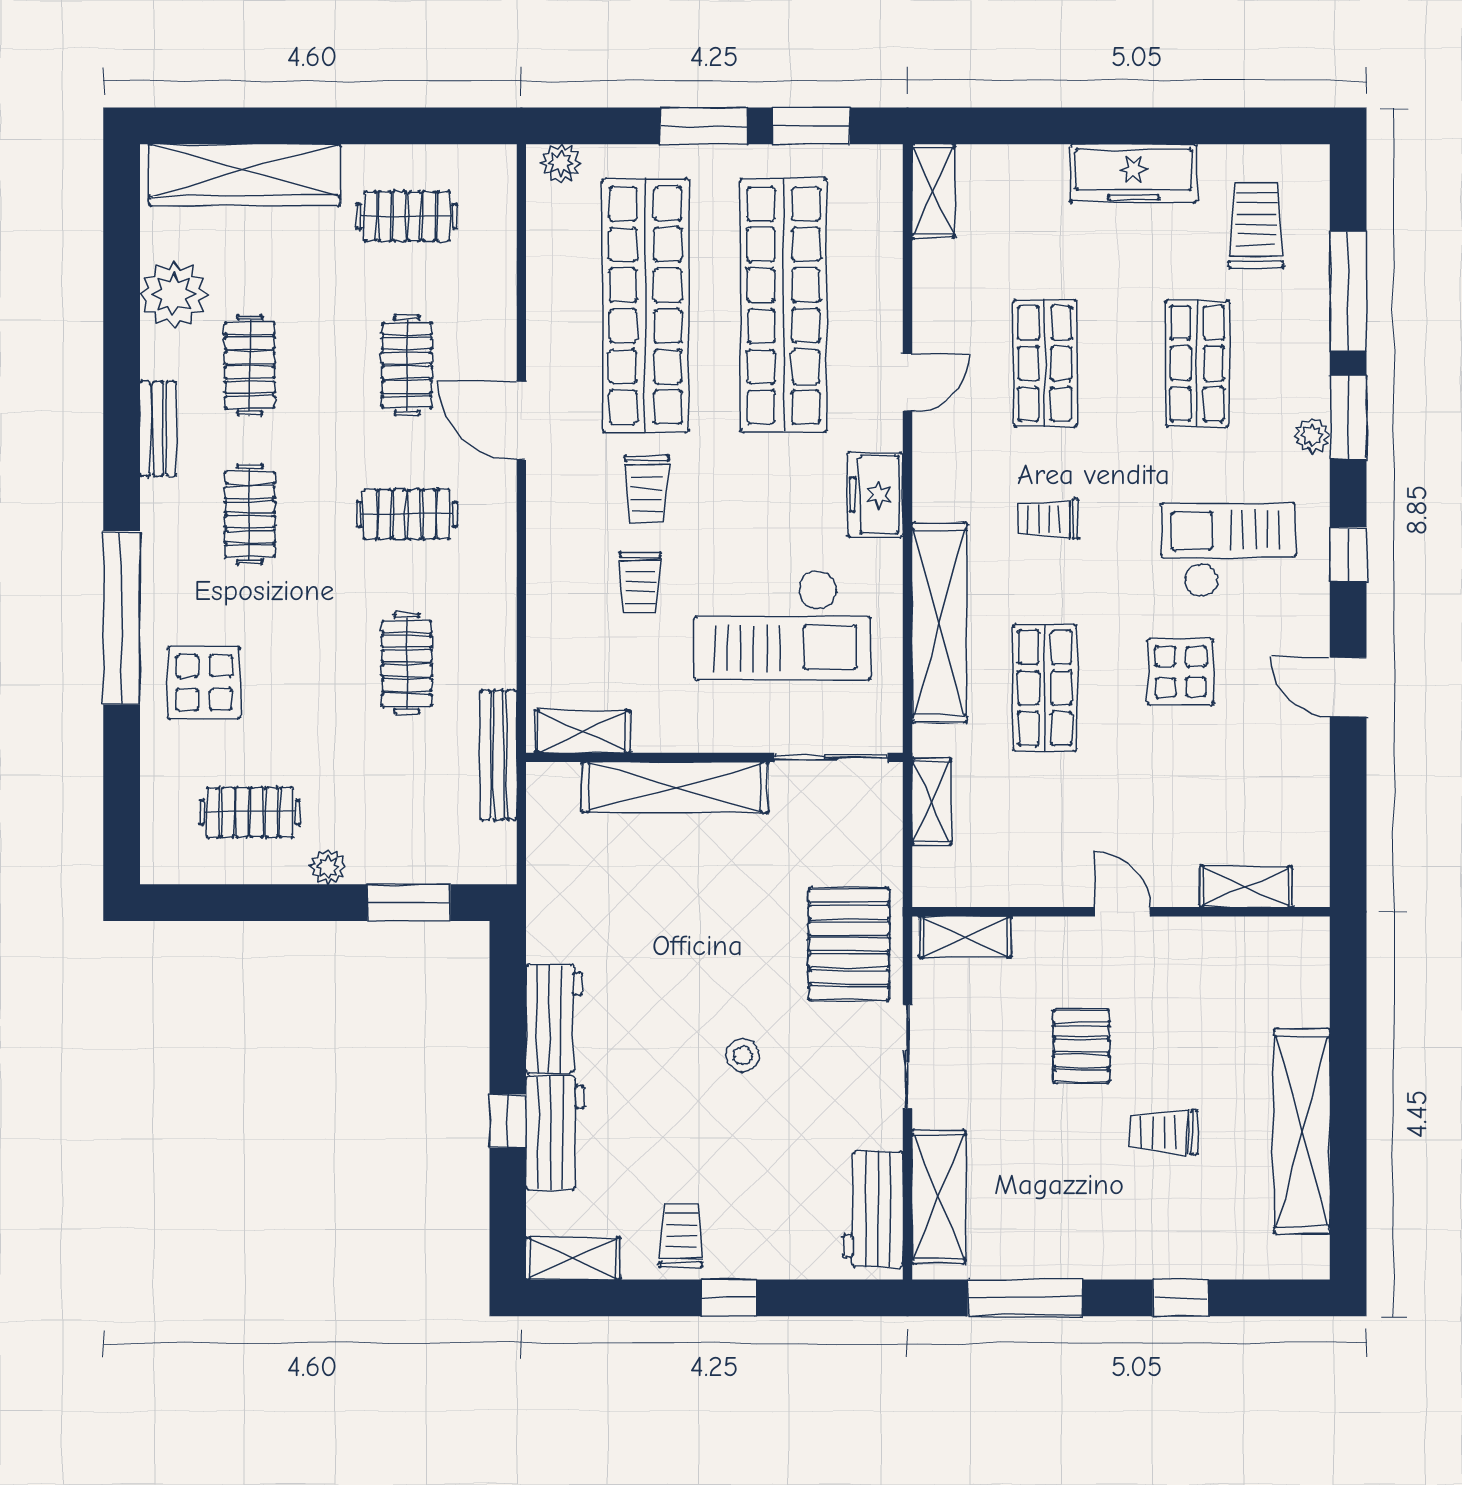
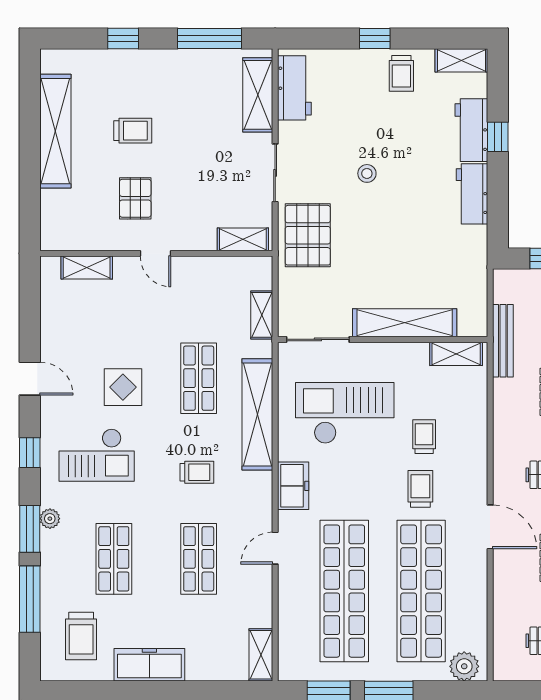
plant: (561, 163) -> (464, 666), width x1.38, depth x1.38
pallet: (1081, 1046) -> (135, 198), moved

